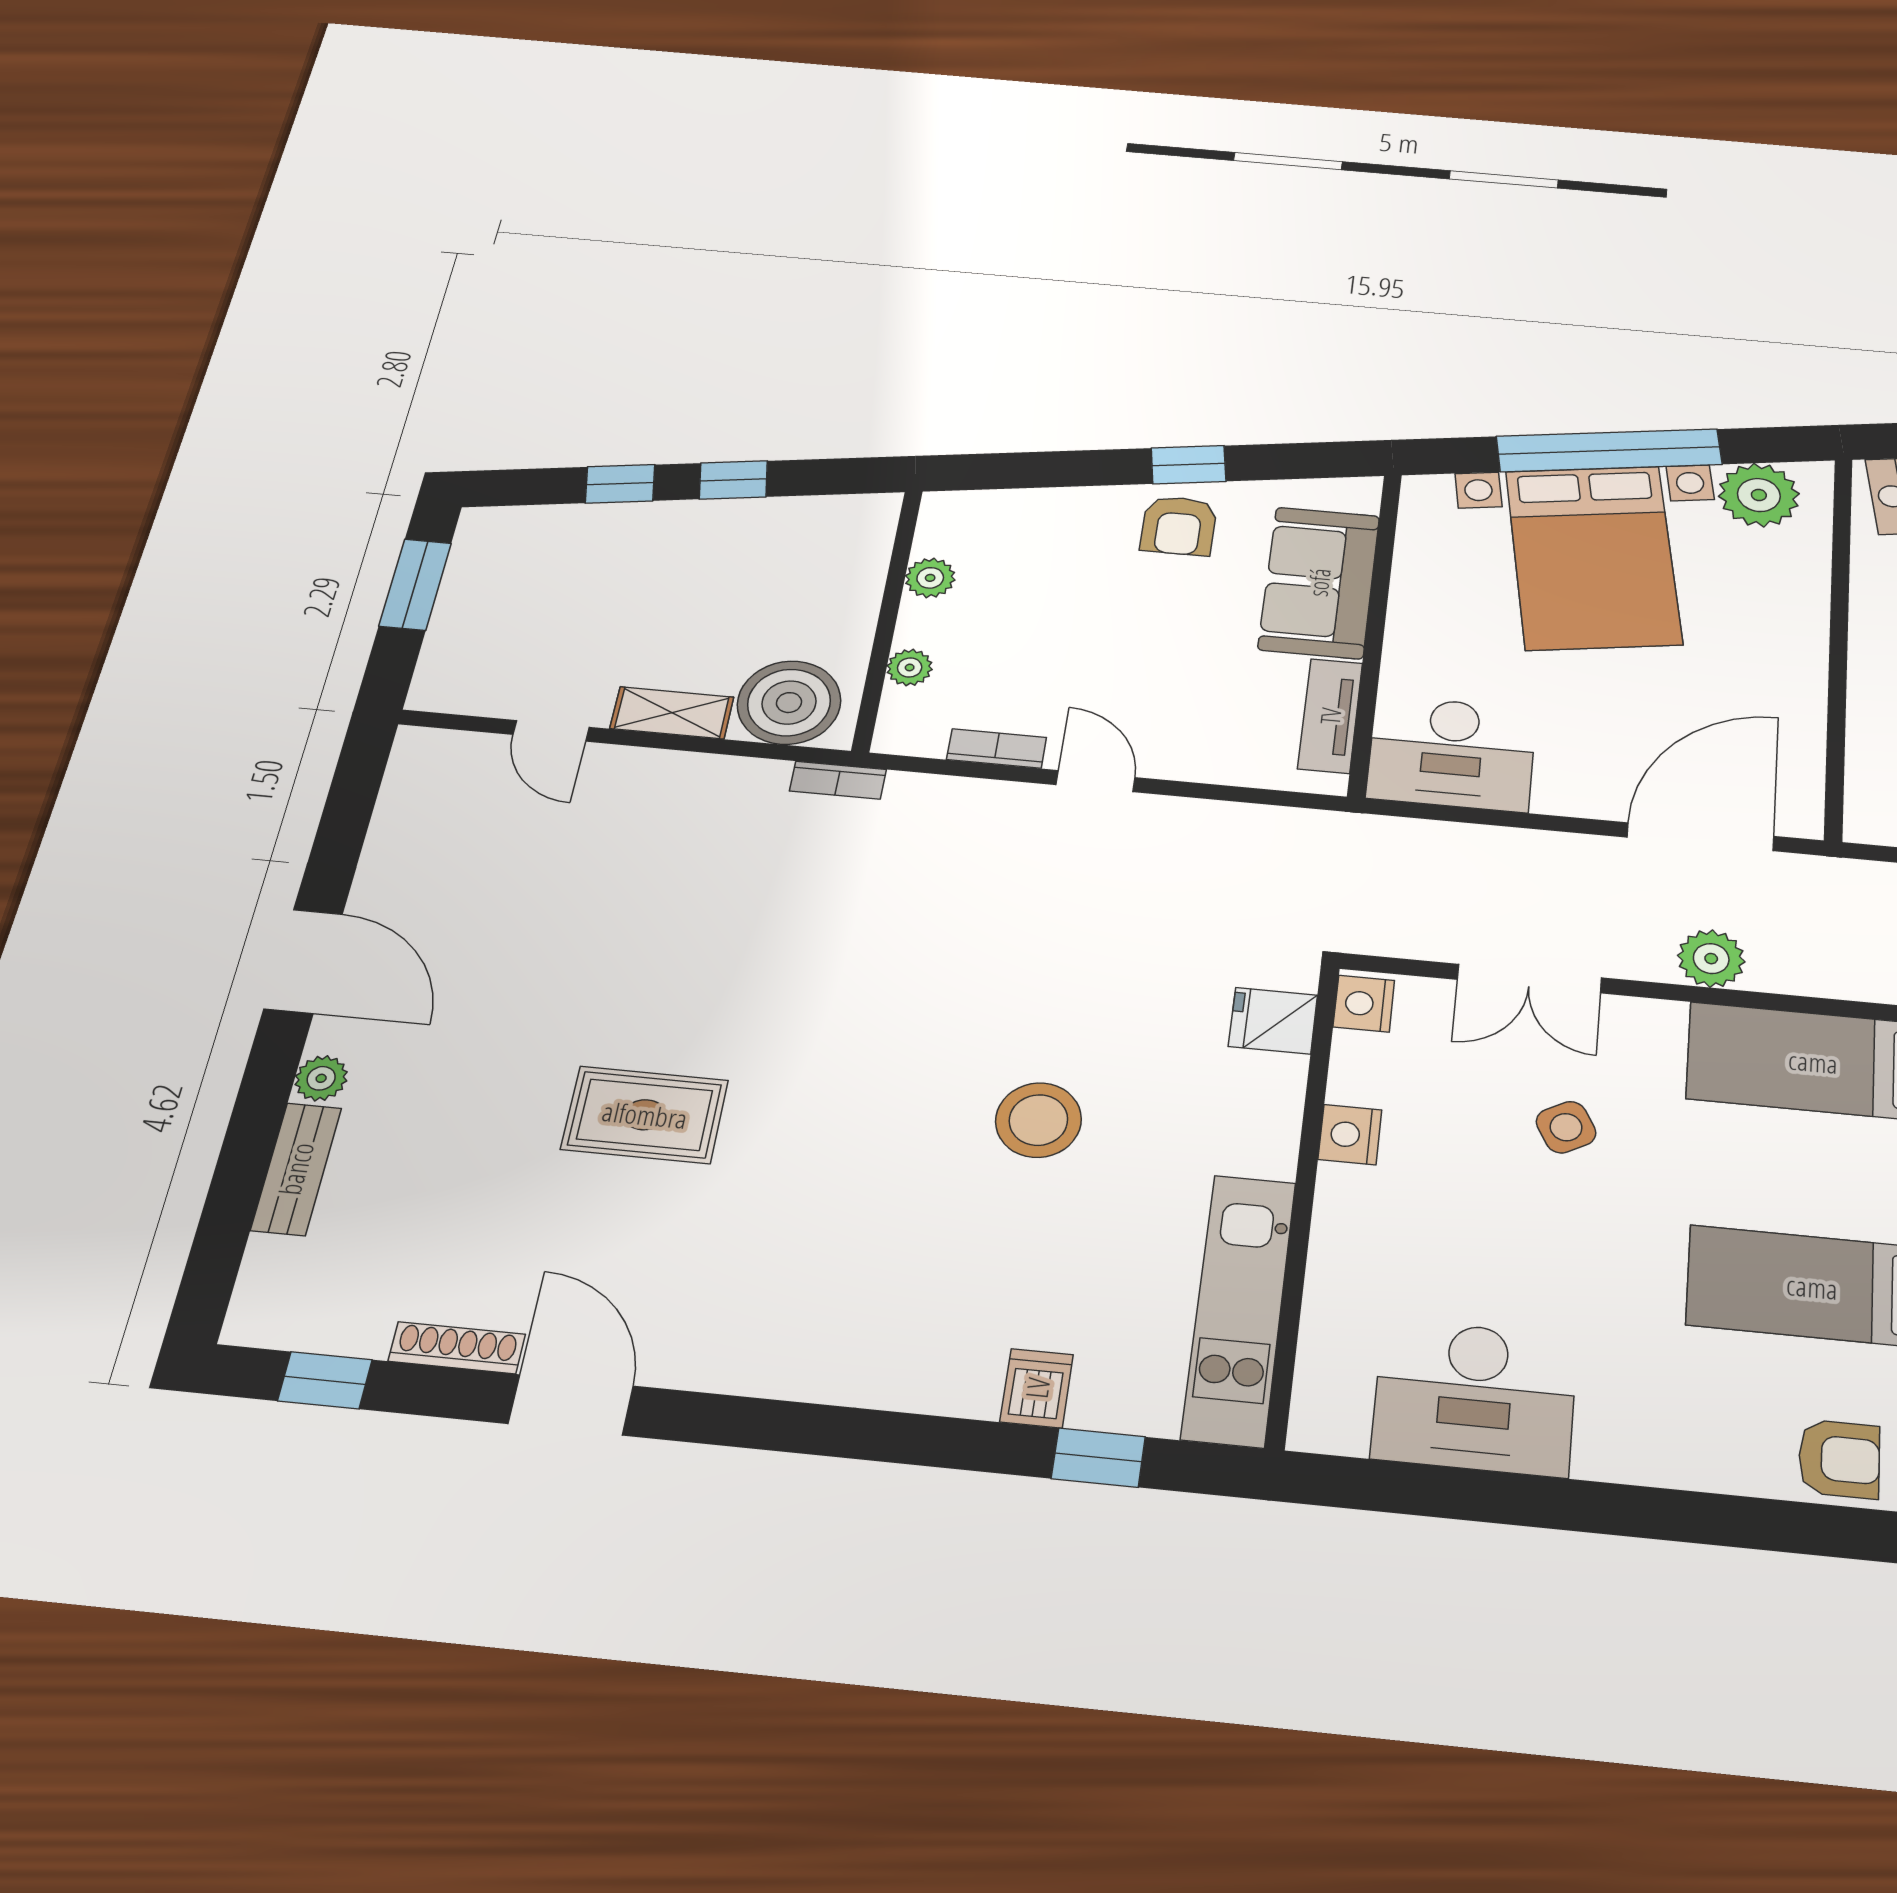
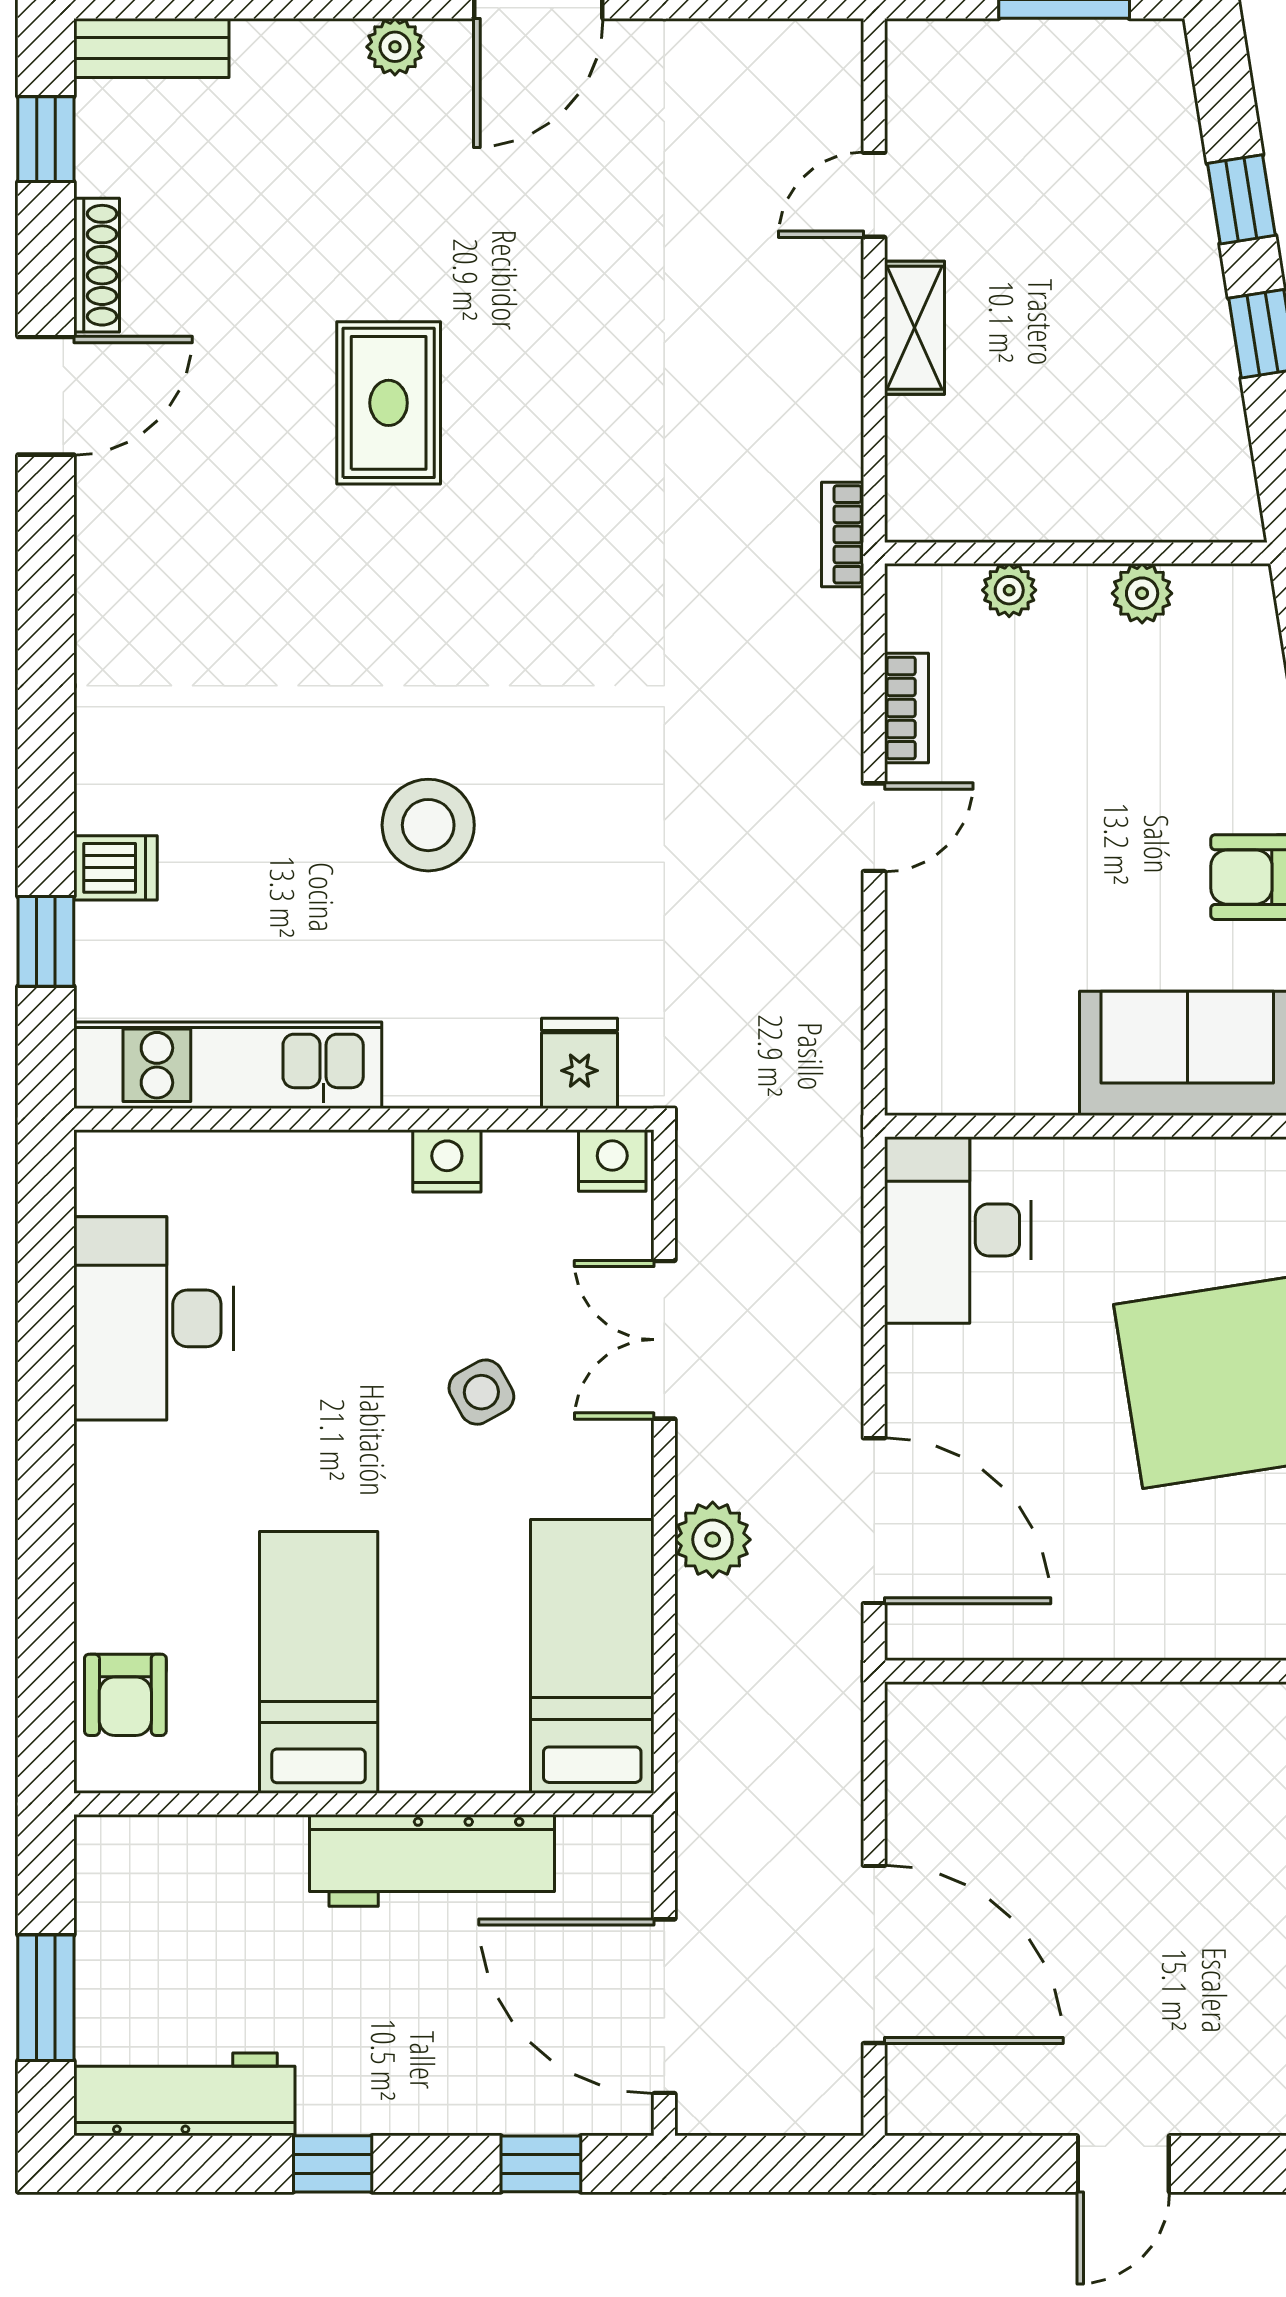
boiler: (789, 703) -> (944, 460), removed
tv unit: (1330, 716) -> (995, 1085), removed
bench: (296, 1169) -> (151, 48), moved

